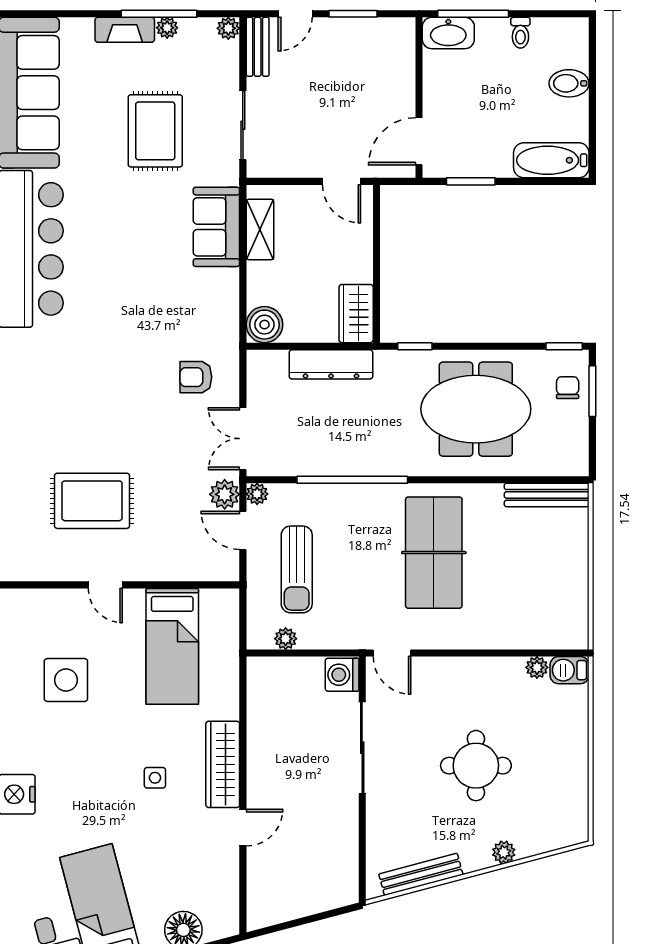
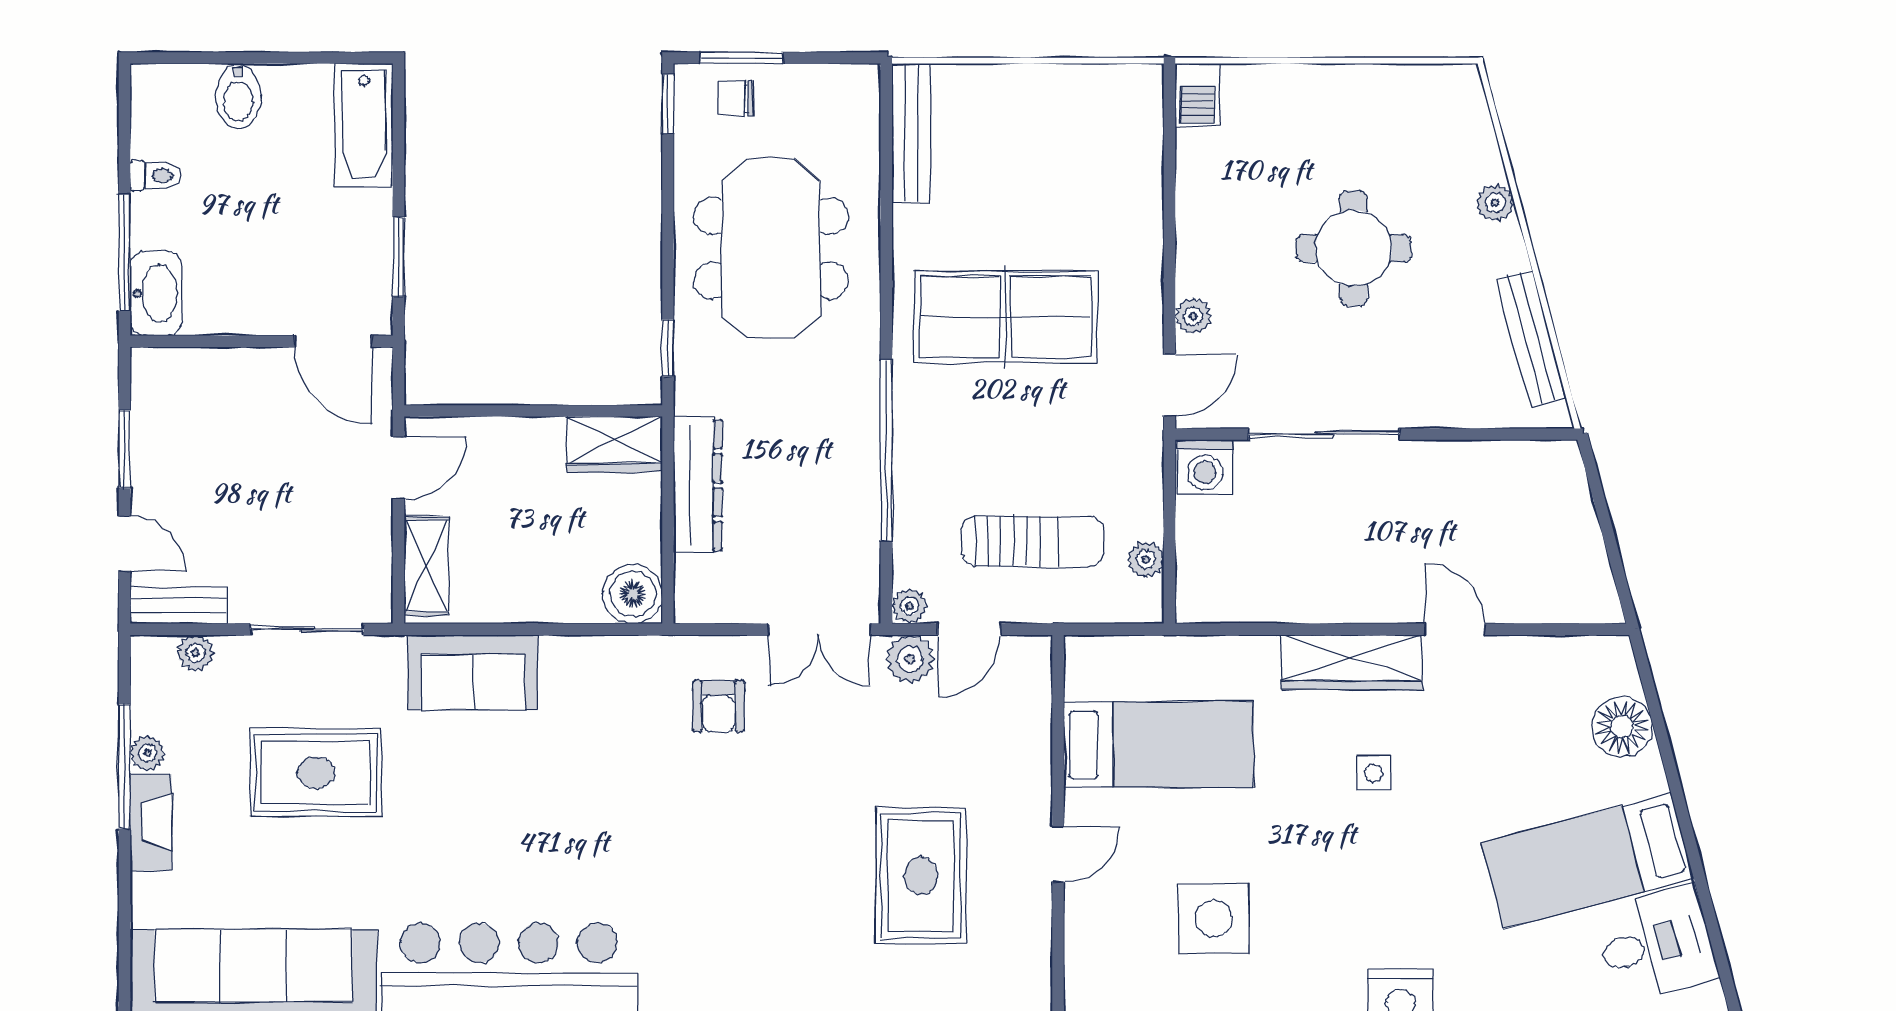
plant: (228, 28) -> (195, 653), moved
shelving: (260, 229) -> (426, 566), moved, turned 90
plant: (537, 667) -> (1193, 316), moved

